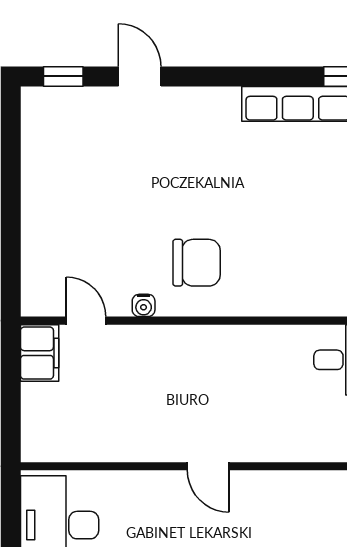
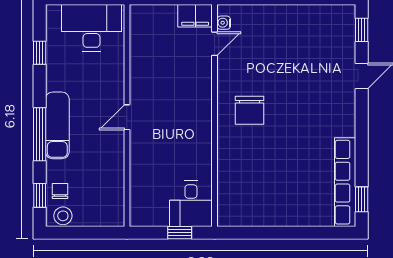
water cooler: (144, 305) -> (224, 23), moved

